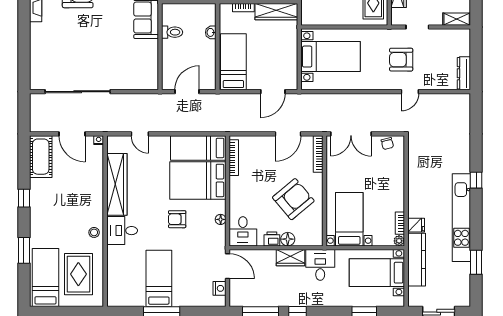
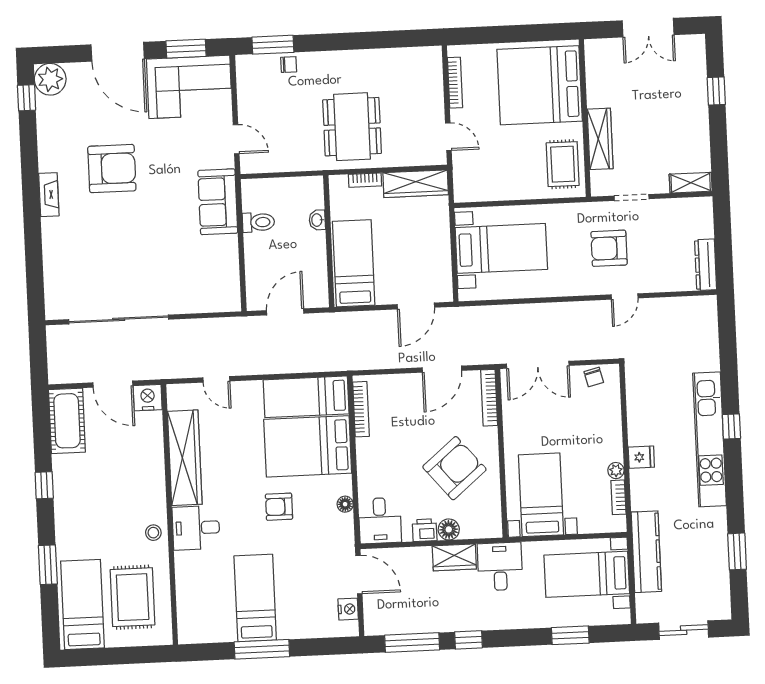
nightstand: (99, 140) -> (148, 398), width x1.89, depth x1.79
kitchen unit: (461, 218) -> (710, 439), moved
fridge: (416, 225) -> (641, 457), moved
plant: (399, 241) -> (616, 471), moved

